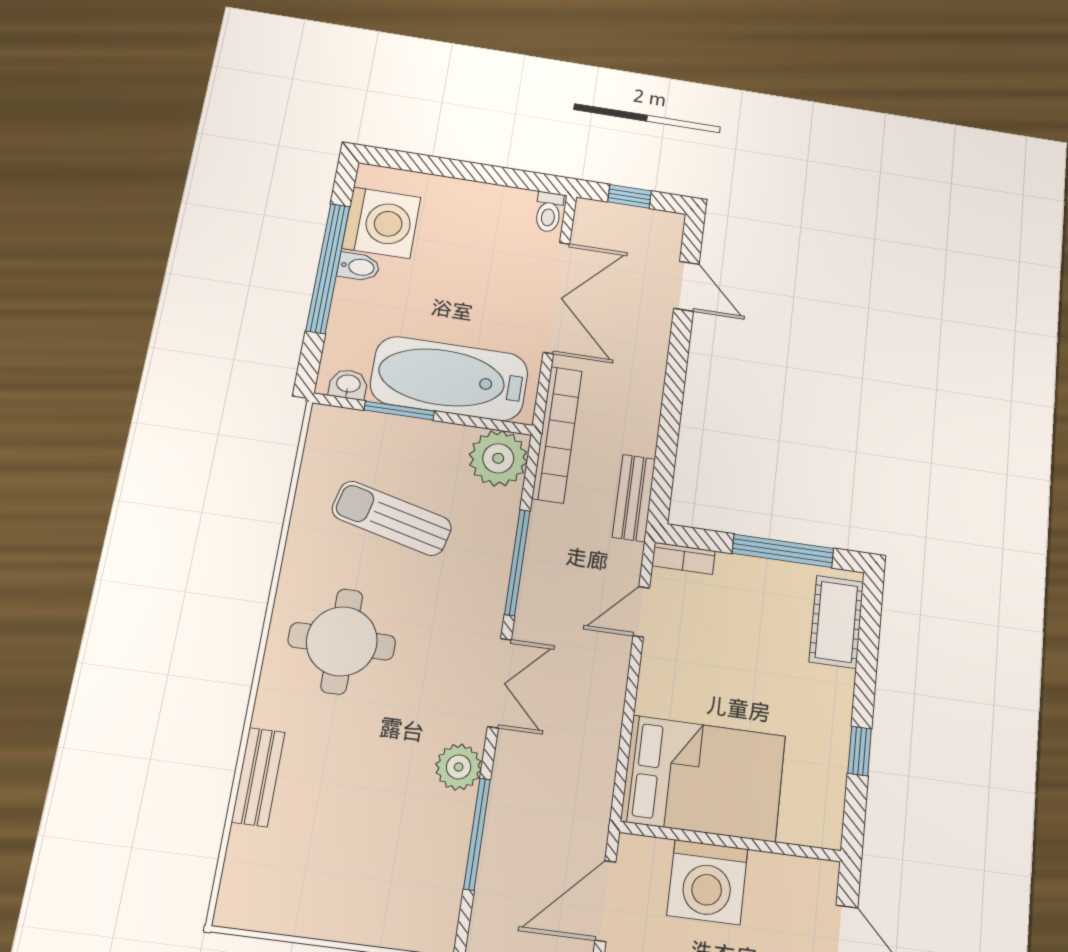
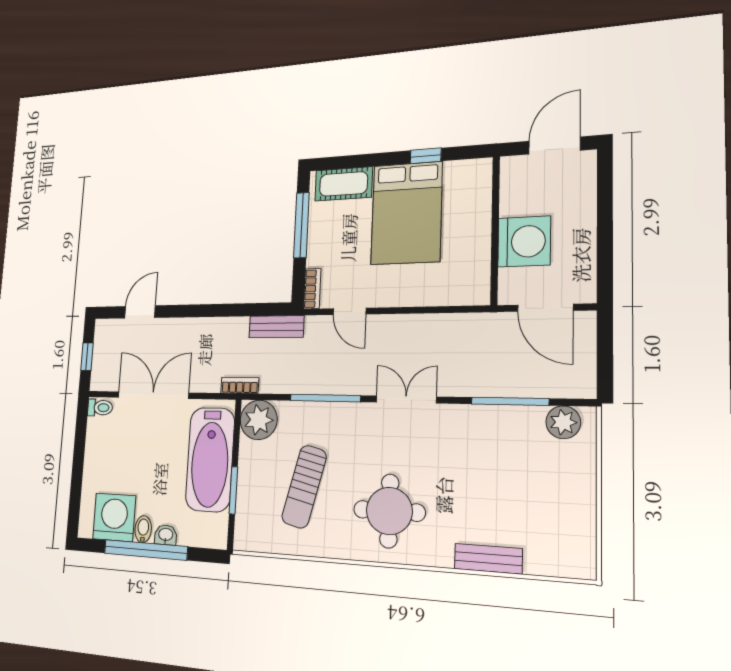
washbasin: (348, 384) -> (166, 535), moved, turned 90
bookcase: (557, 434) -> (240, 385), width x0.43, depth x0.76
plant: (459, 767) -> (563, 422), moved
bed: (704, 778) -> (406, 213), moved, turned 180

